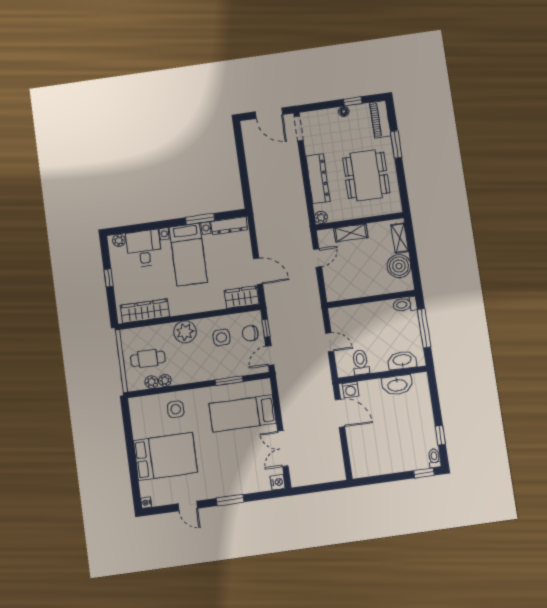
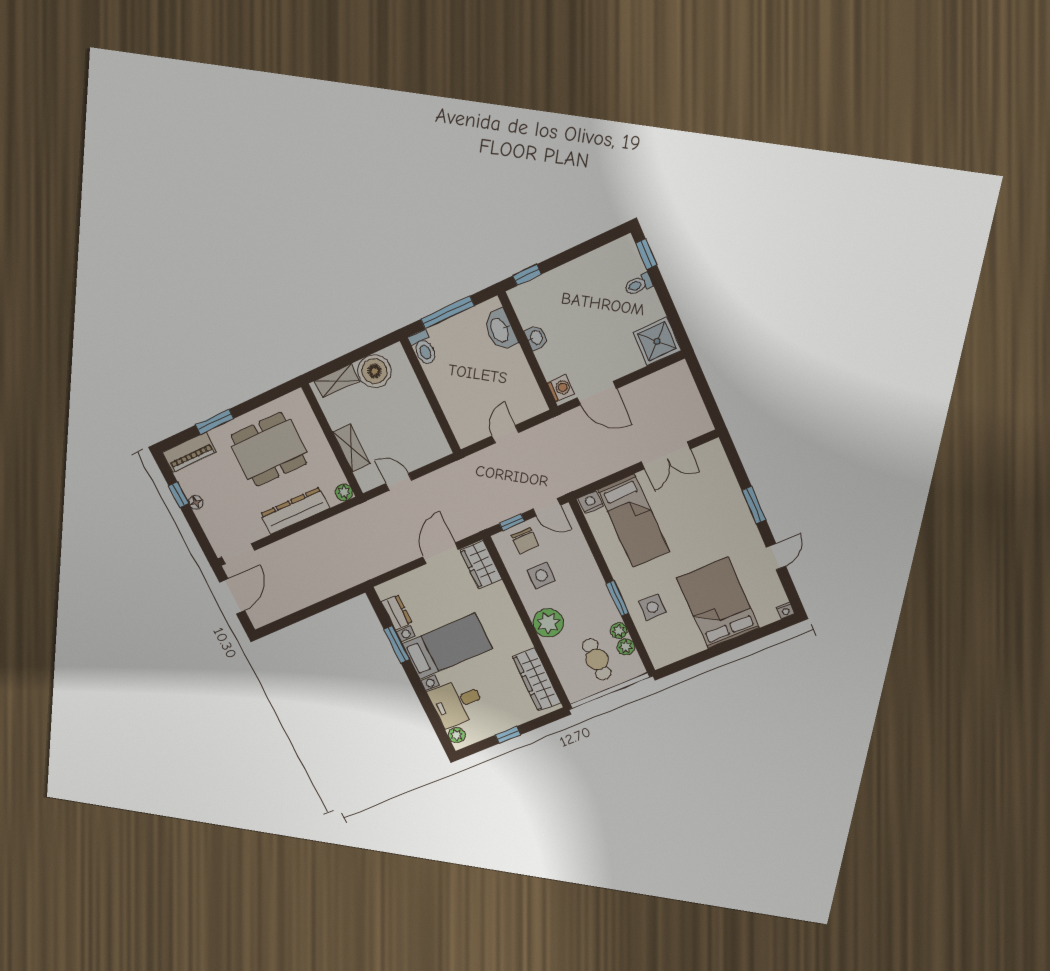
dresser: (229, 226) -> (397, 612), width x0.70
toilet: (361, 362) -> (520, 385), removed
window: (229, 381) -> (618, 598), moved
washbasin: (397, 385) -> (536, 338), width x0.52, depth x0.69
door: (340, 413) -> (597, 393), swing flipped
window: (440, 435) -> (527, 275), moved
toilet: (434, 458) -> (639, 284), moved
shower: (364, 464) -> (657, 341), added
nightstand: (278, 482) -> (591, 502), moved

